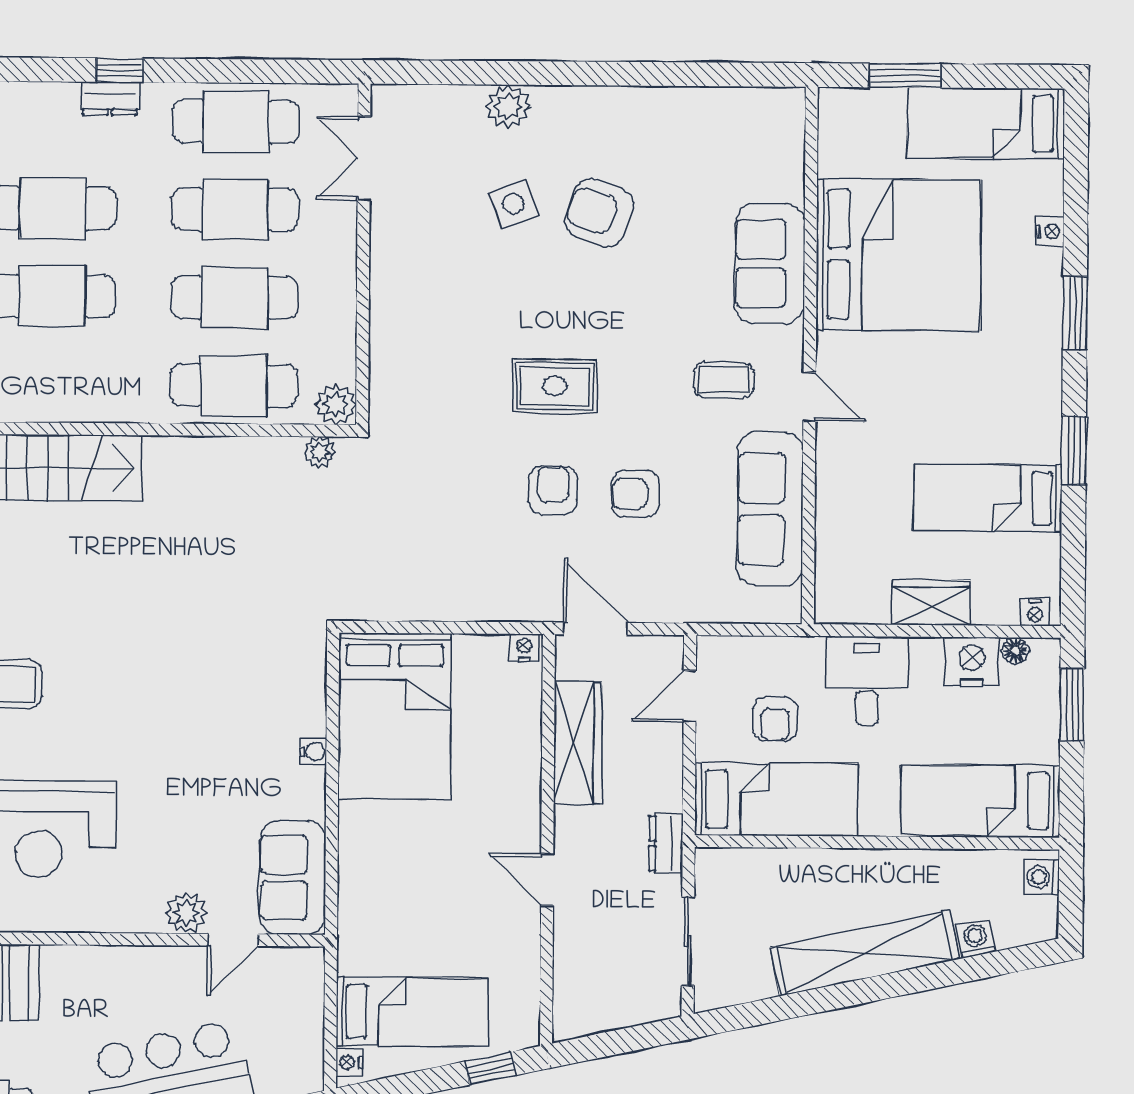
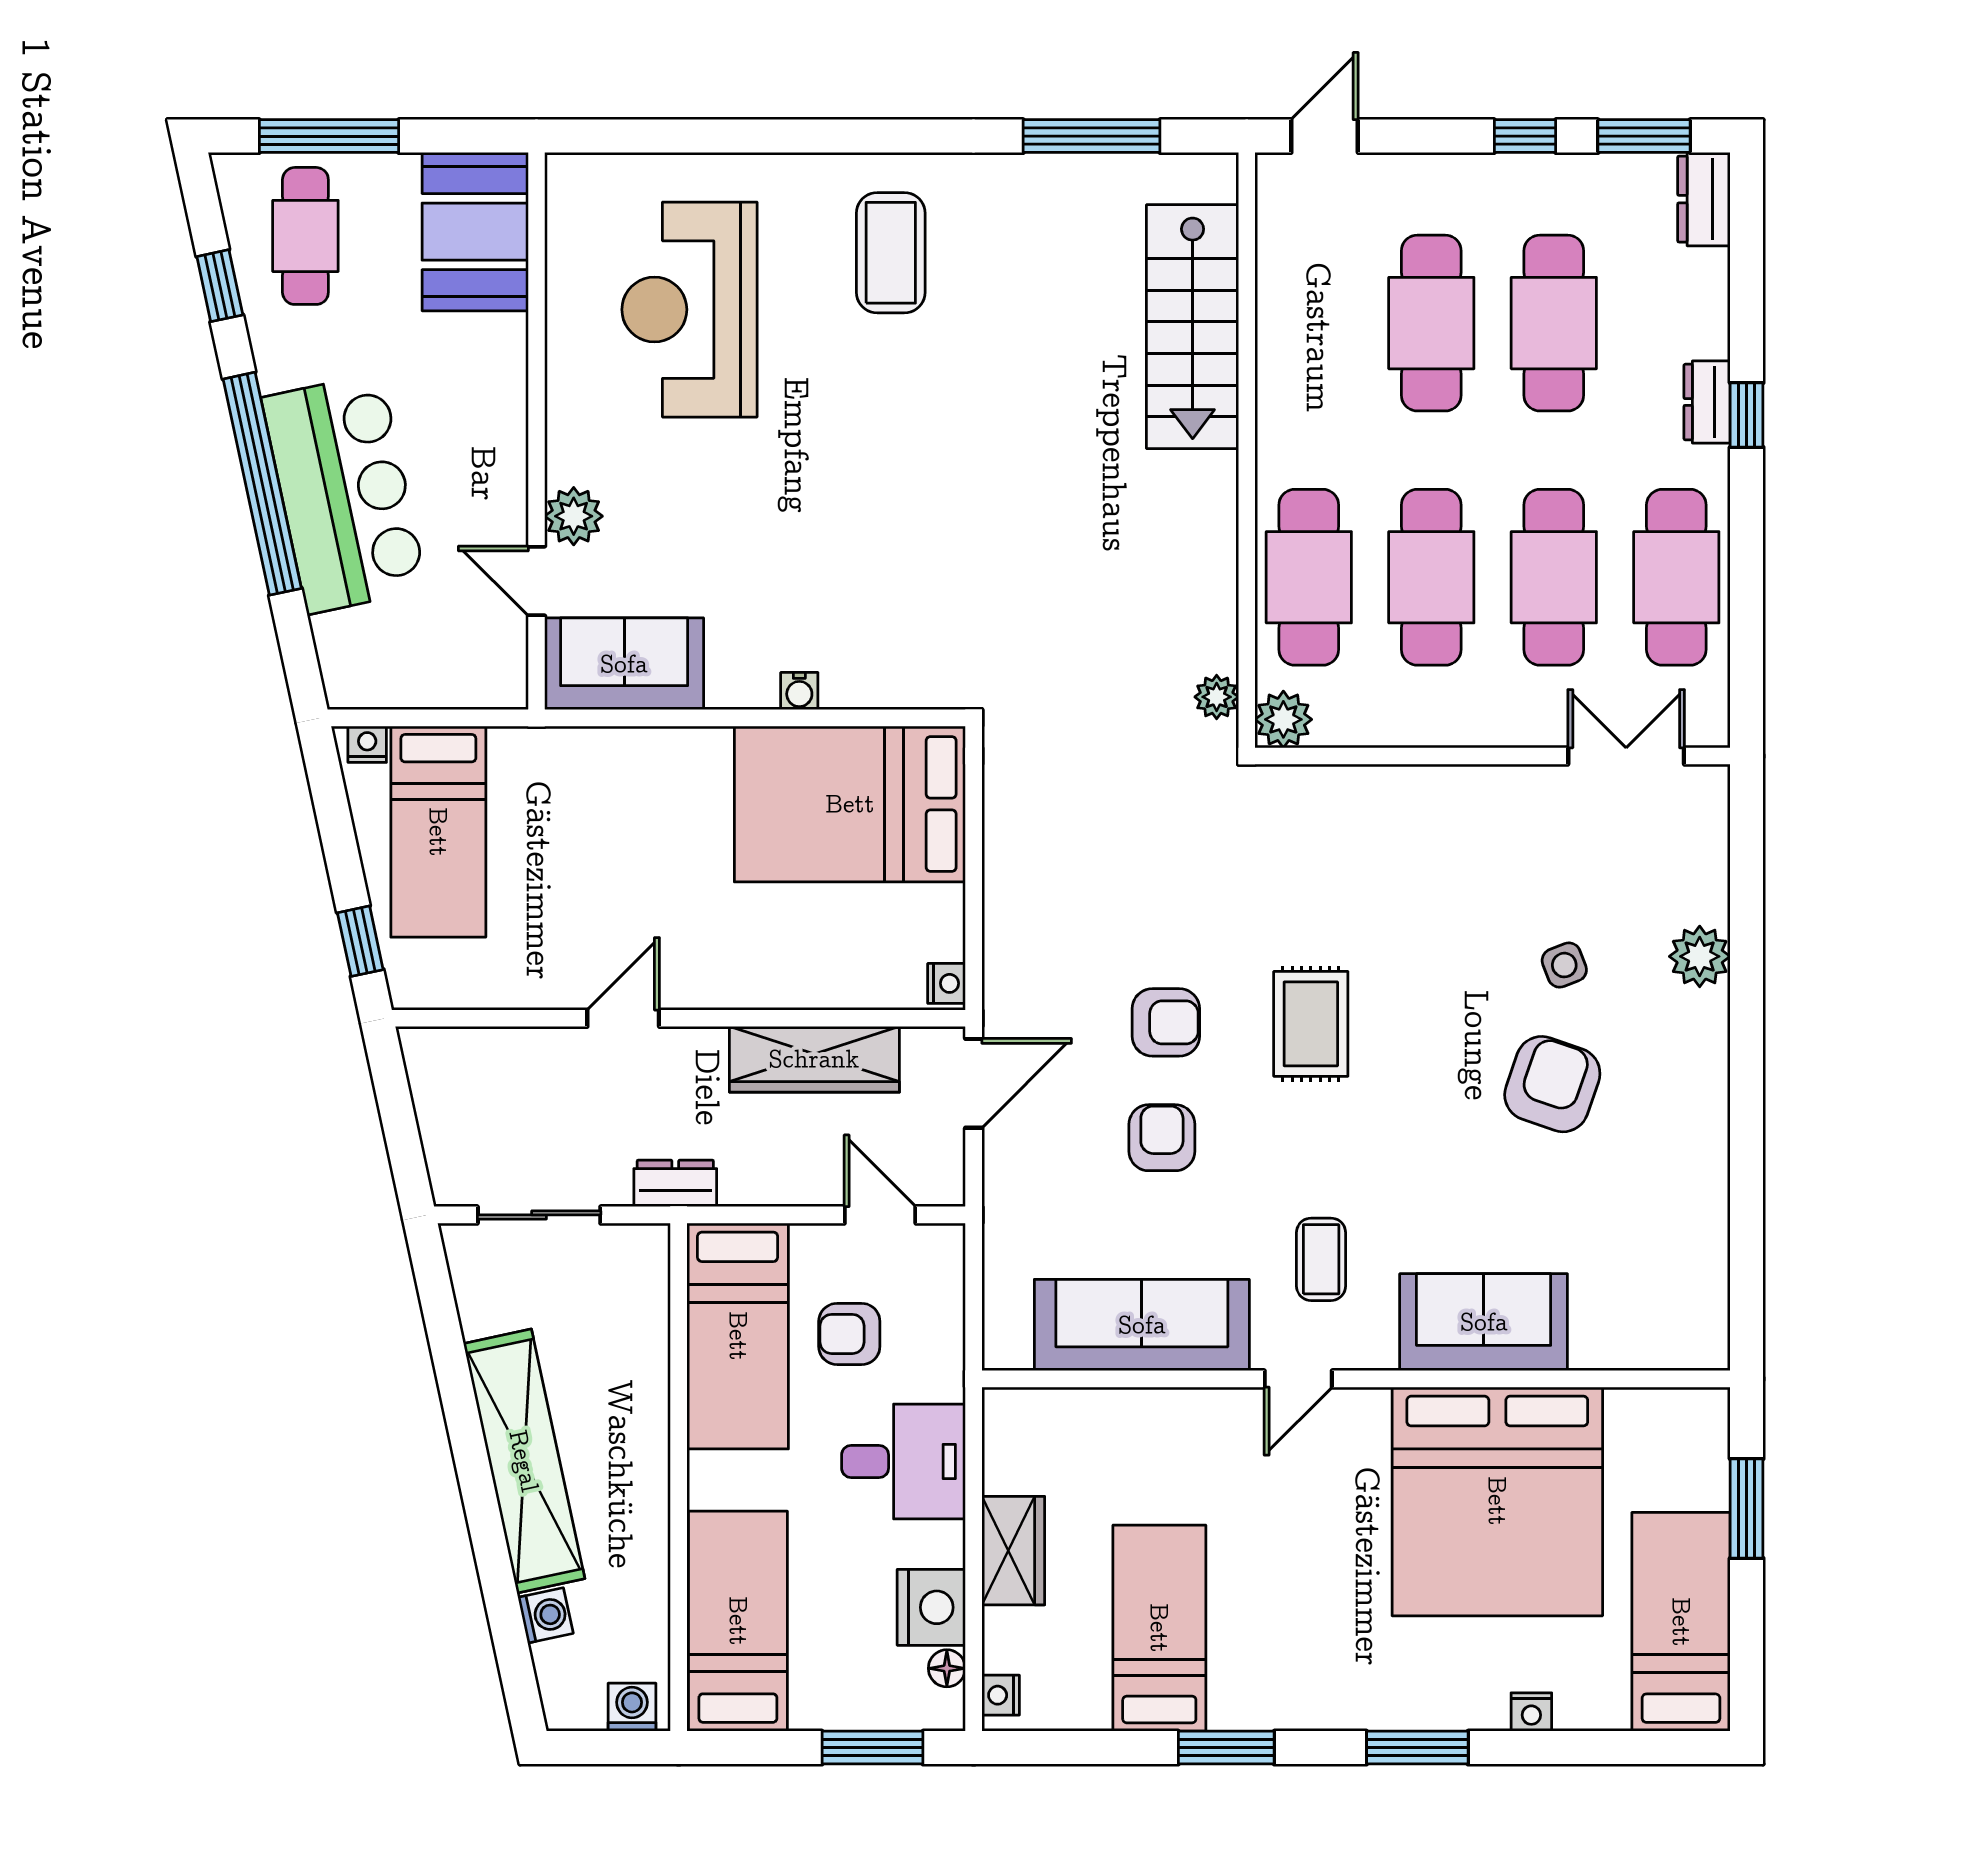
side table: (514, 204) -> (1564, 965), width x0.73, depth x0.73

